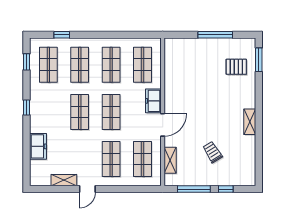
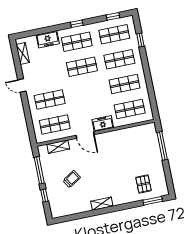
window: (215, 35) -> (162, 146), moved
shop shelf: (111, 112) -> (77, 42), moved
shelving: (64, 180) -> (23, 54), moved

